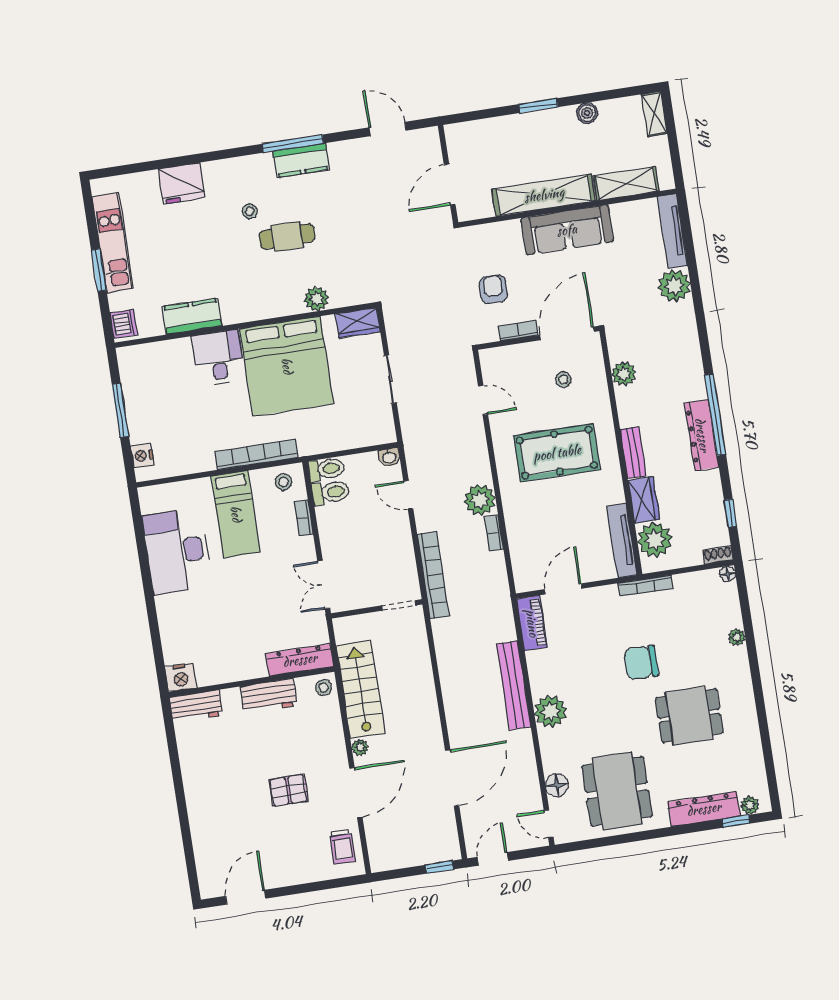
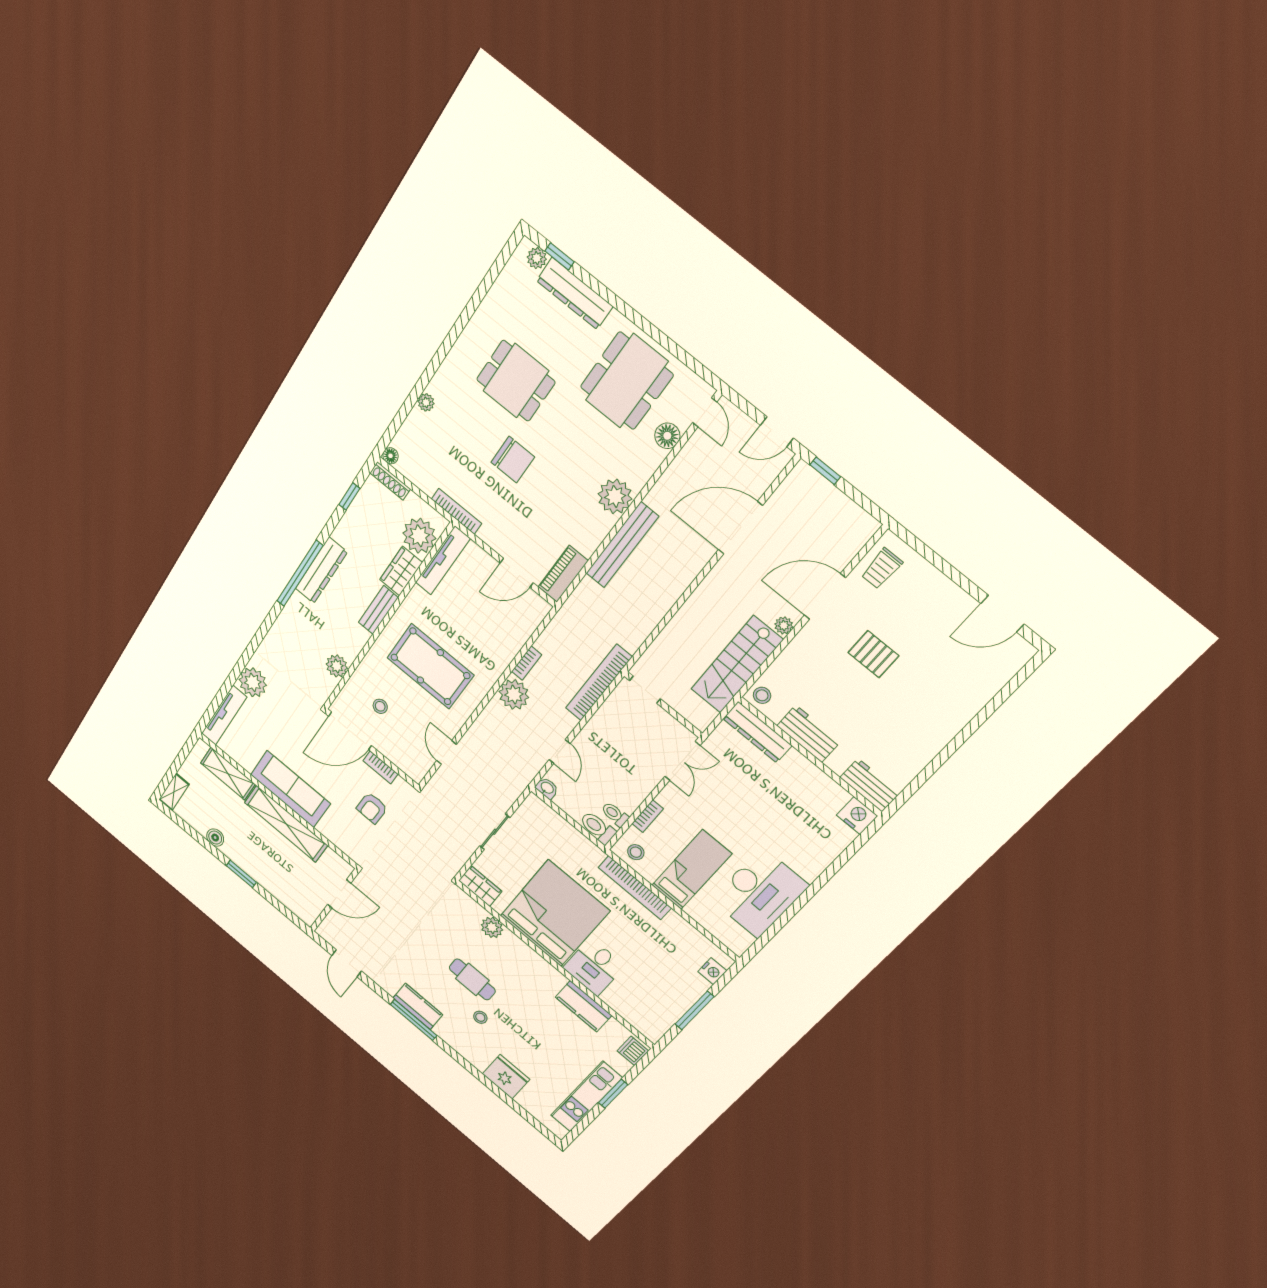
toilet: (331, 492) -> (615, 814), width x0.73, depth x0.72
shoe rack: (718, 555) -> (390, 481), width x1.43
trolley: (342, 847) -> (882, 569), turned 180

